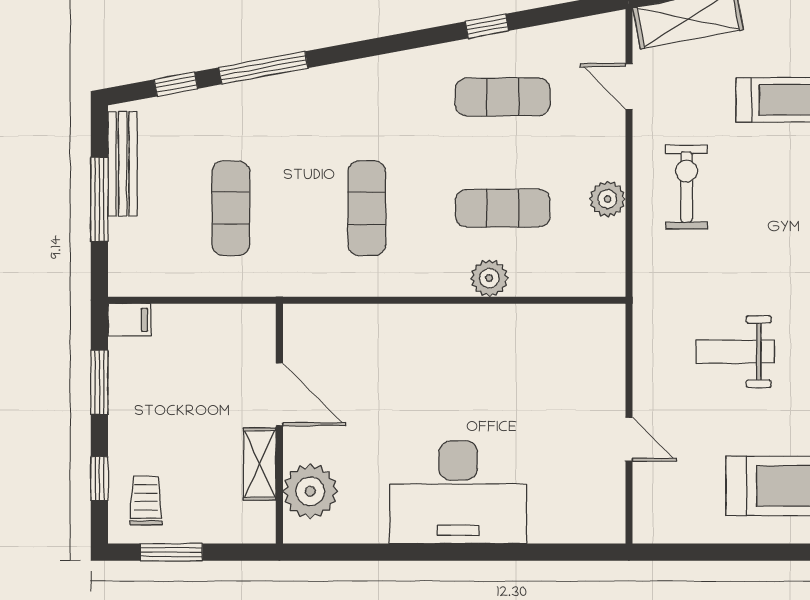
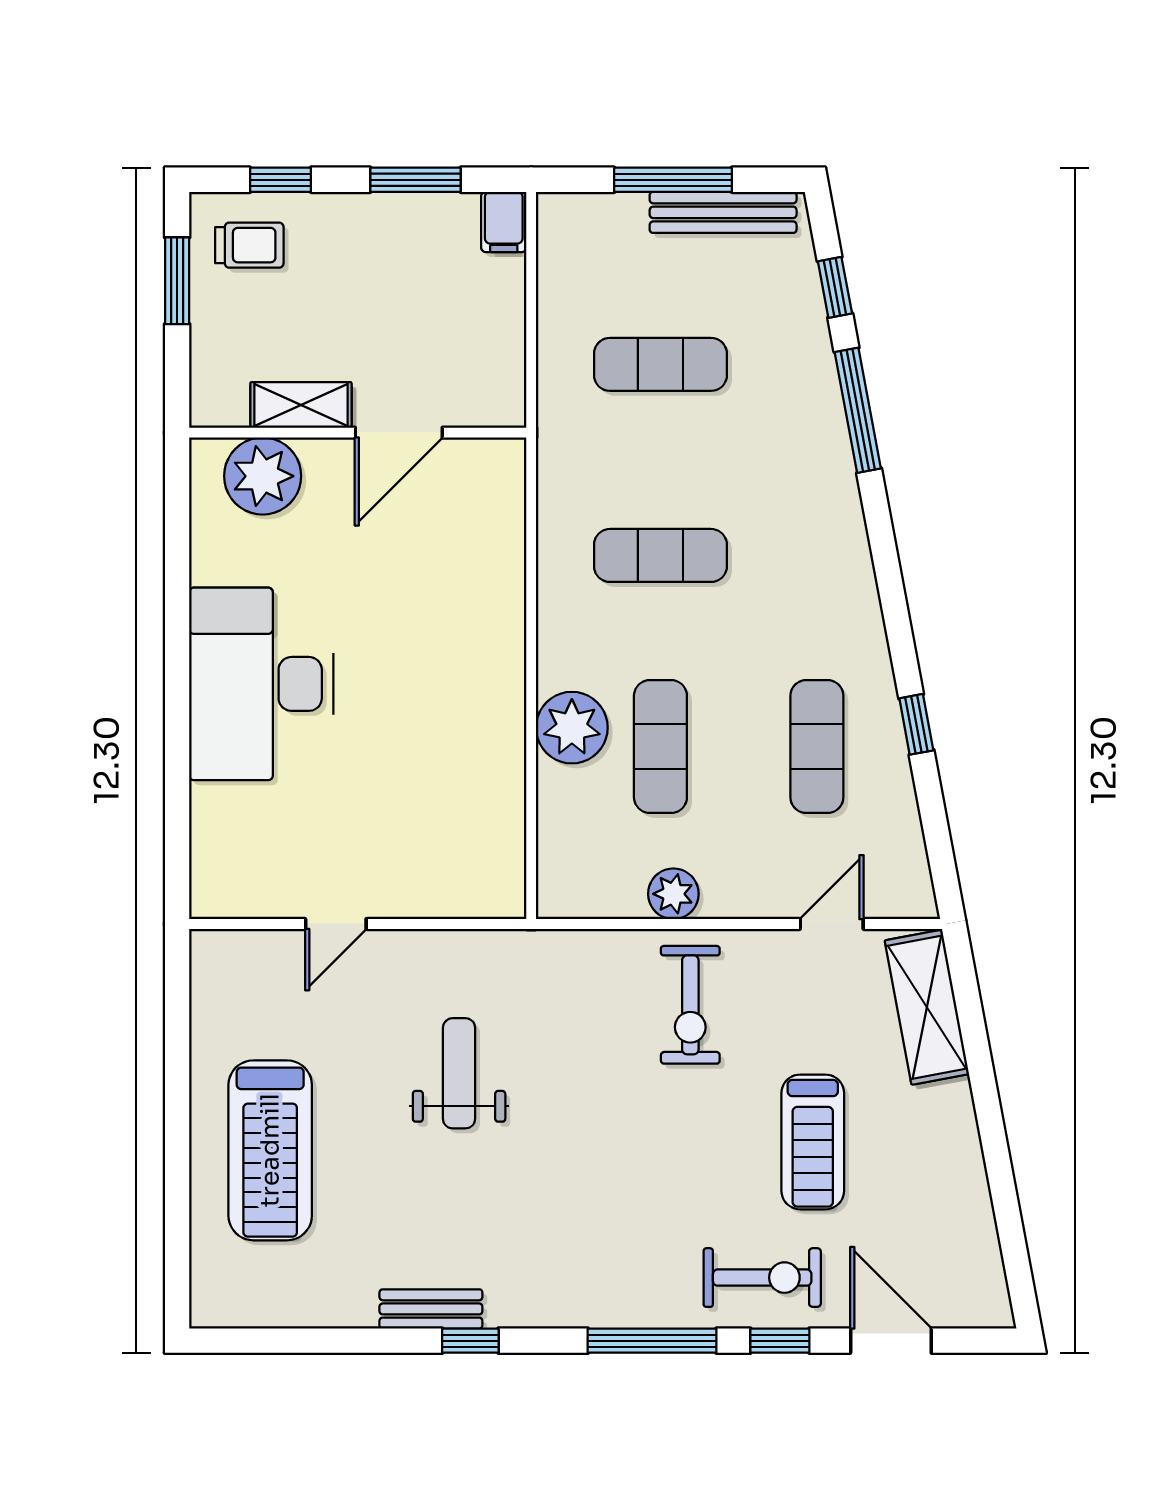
exercise bike: (686, 187) -> (690, 1005), turned 90
plant: (489, 278) -> (572, 728), width x1.36, depth x1.36

